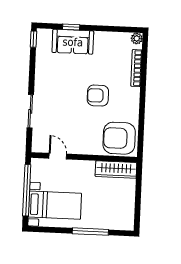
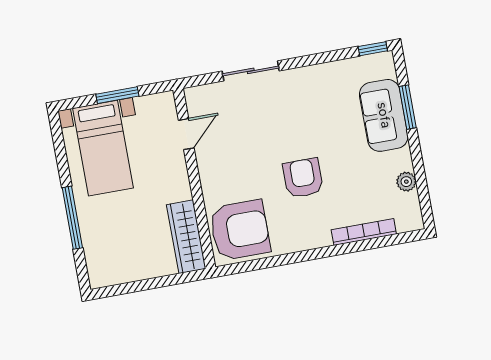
window: (71, 27) -> (408, 107), width x1.50
plant: (137, 38) -> (406, 182), moved
armchair: (119, 138) -> (240, 230), turned 90
window: (27, 190) -> (117, 95), width x0.47

